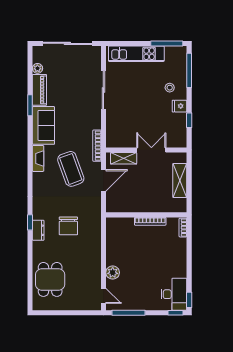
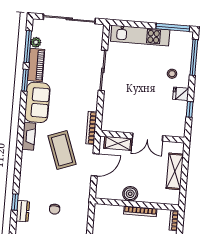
window: (30, 73) -> (28, 47), added
double door: (151, 150) -> (148, 137), swing flipped
boiler: (139, 205) -> (130, 194), added
chair: (68, 226) -> (55, 209), width x0.54, depth x0.54

